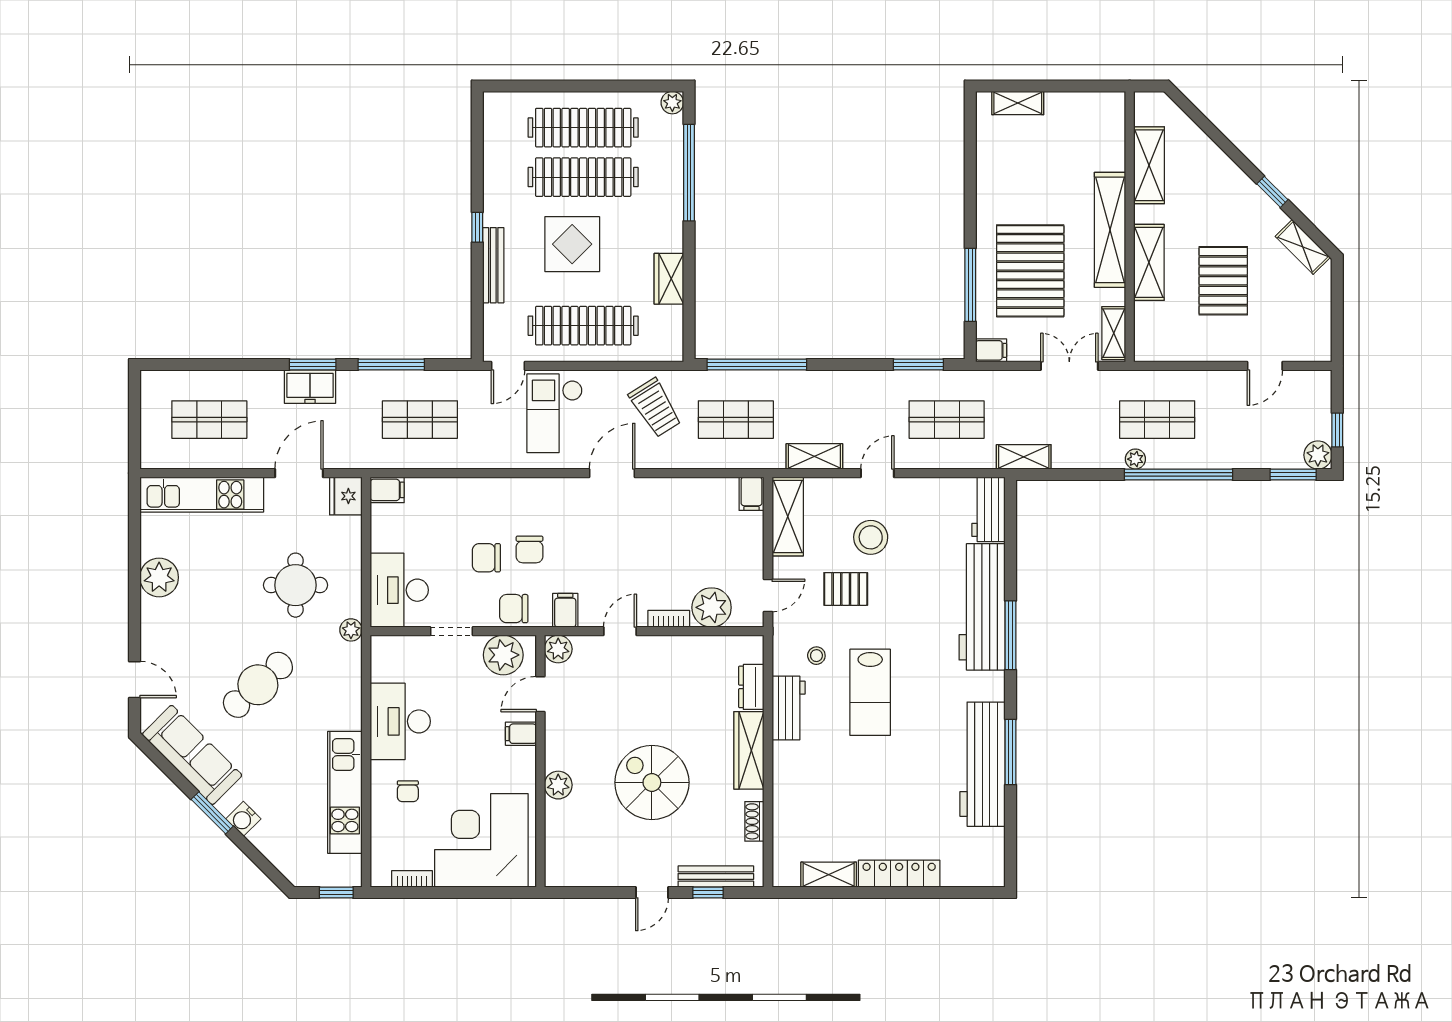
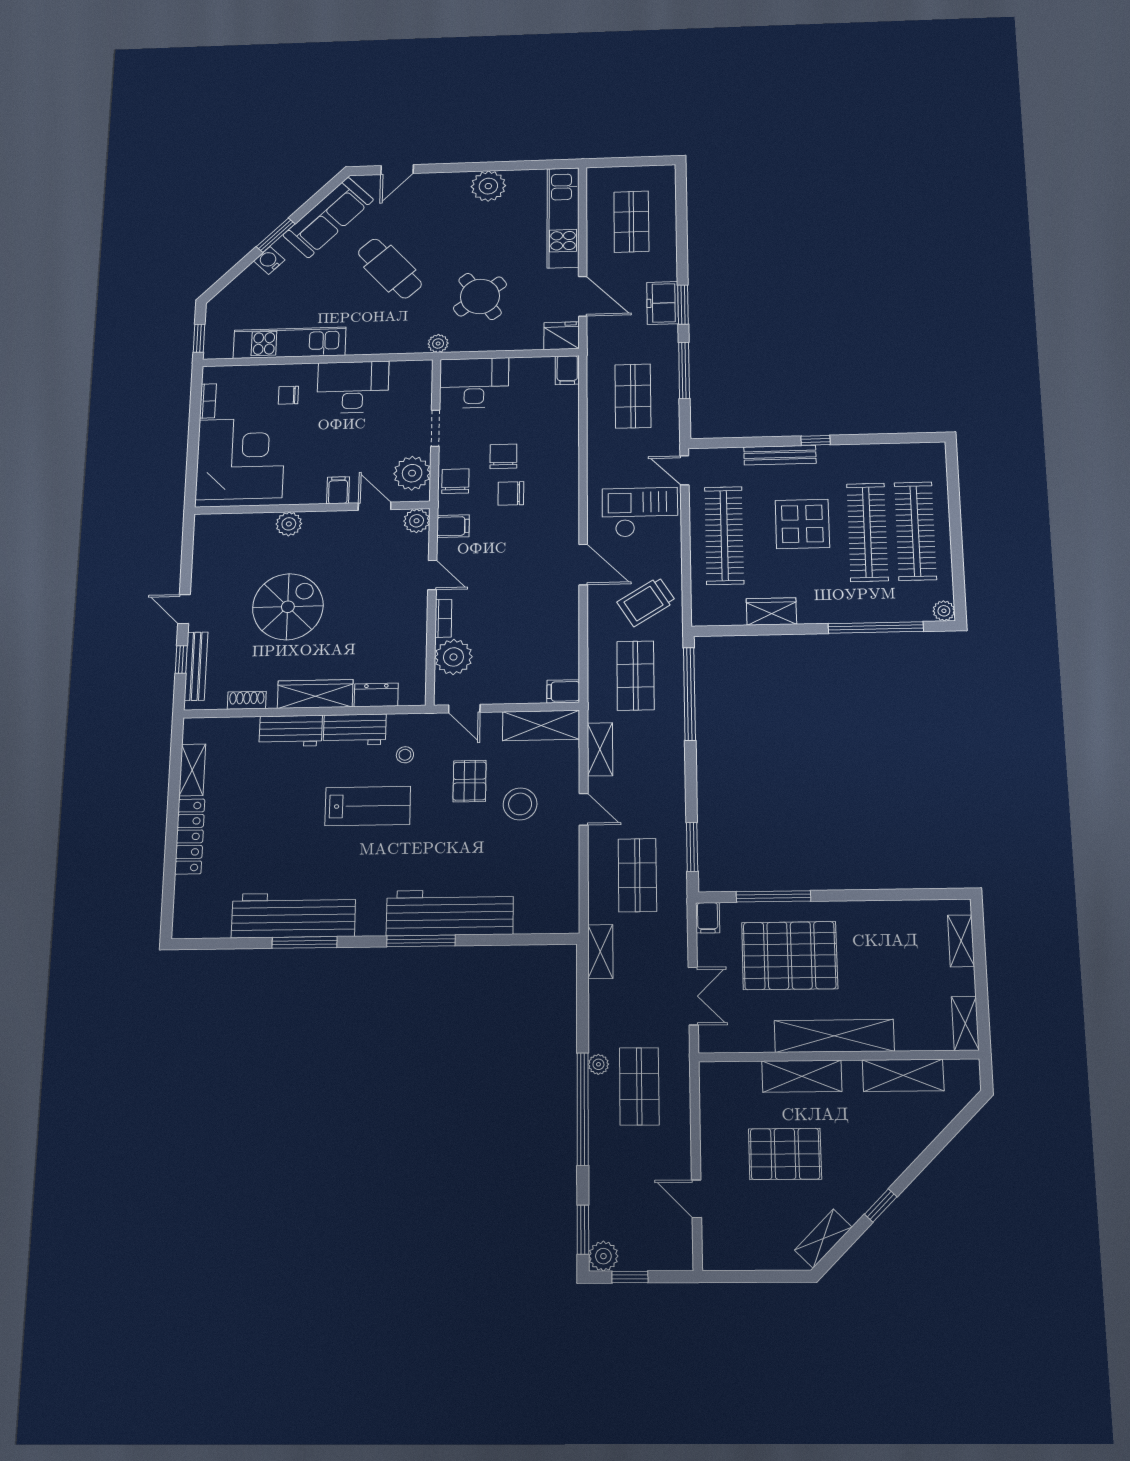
shelving: (1114, 333) -> (965, 1023), moved, turned 90
workbench: (988, 509) -> (291, 731), moved, turned 180
round table: (295, 585) -> (480, 296), turned -36
lab bench: (870, 692) -> (368, 806), turned 180

